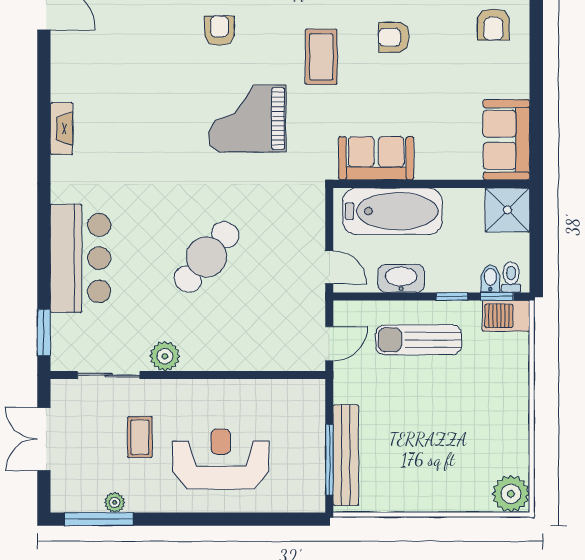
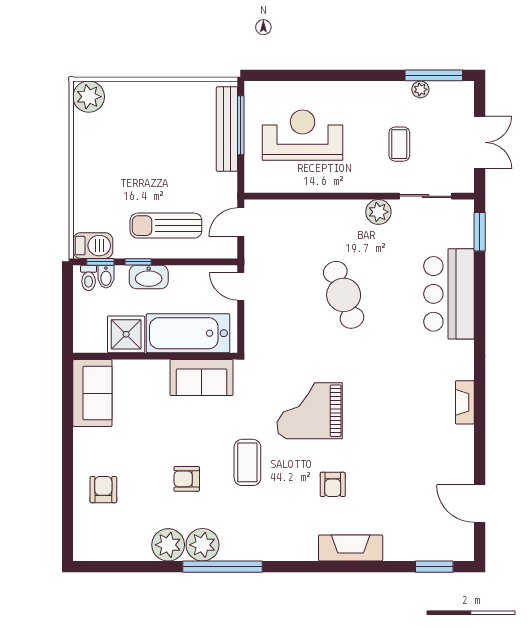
armchair: (394, 37) -> (187, 479), turned 180
grand piano: (247, 118) -> (310, 411), turned 180
shower: (508, 210) -> (126, 334), moved
cafe table: (206, 257) -> (344, 295), turned -60
washbasin: (401, 278) -> (149, 277), moved
sun lounger: (419, 340) -> (166, 226), turned 180
reception desk: (221, 459) -> (303, 135), moved, turned 180

